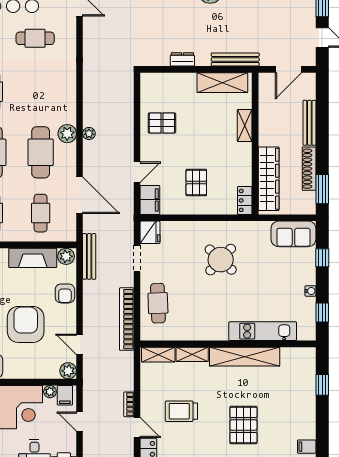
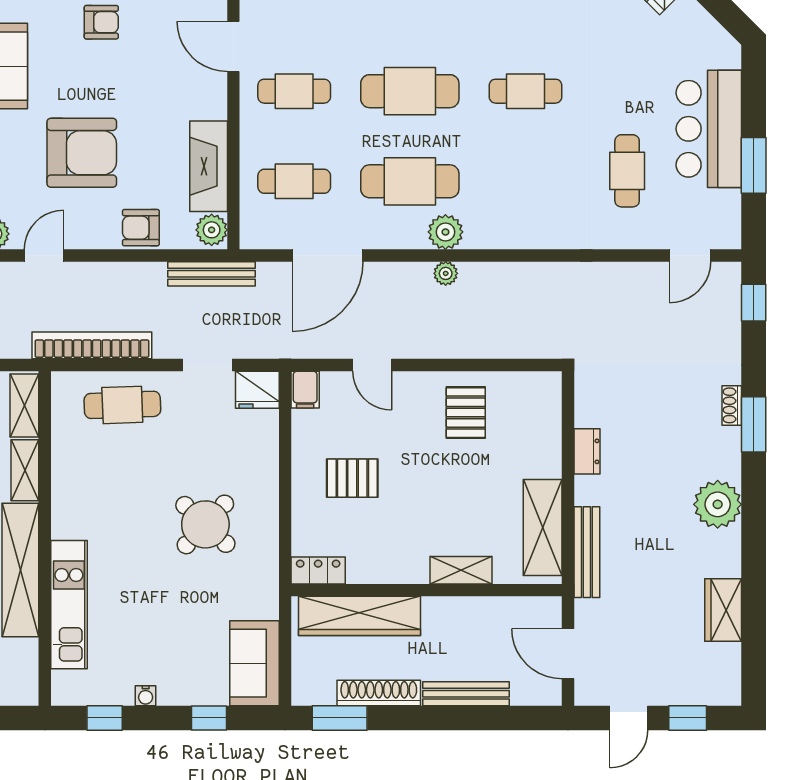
filing cabinet: (150, 200) -> (305, 390), width x0.50

